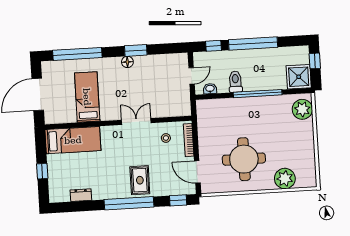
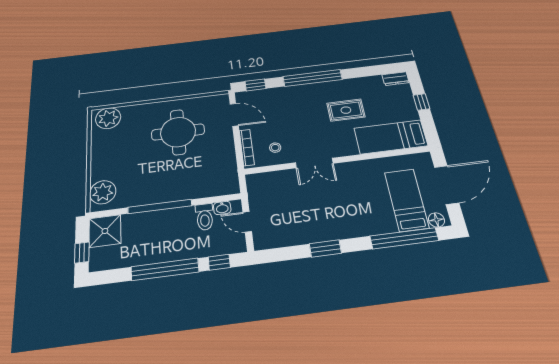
floor lamp: (127, 62) -> (436, 220), moved
door: (192, 76) -> (247, 222), hinge flipped
toilet: (235, 82) -> (205, 217), moved
bed: (87, 97) -> (407, 200), moved, turned 180
plant: (285, 179) -> (108, 118), moved
rug: (140, 180) -> (346, 110), moved, turned 90
dresser: (81, 195) -> (396, 79), moved

